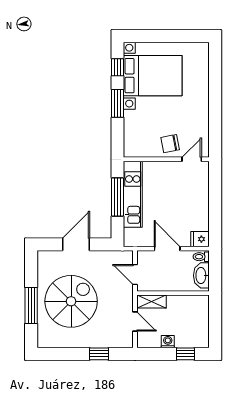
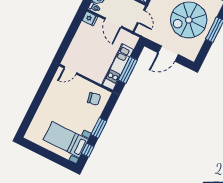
bed with nightstands: (153, 76) -> (66, 140), width x0.73
chair: (170, 144) -> (94, 99), moved

